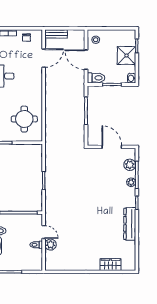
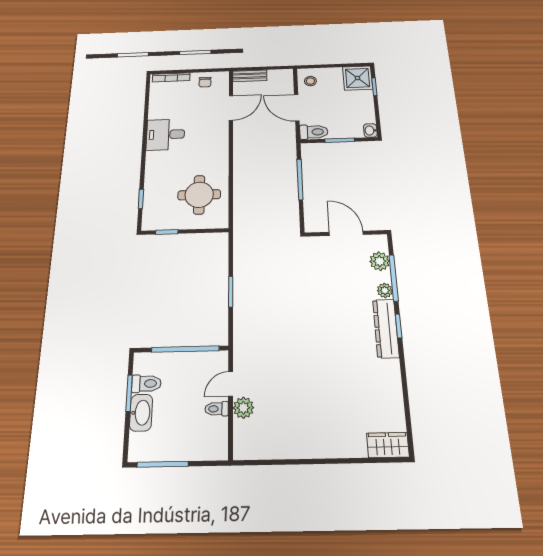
shower: (126, 55) -> (357, 78), moved
dresser: (130, 224) -> (386, 328), moved
door: (44, 232) -> (231, 384), swing flipped
wardrobe: (111, 265) -> (388, 445), moved

